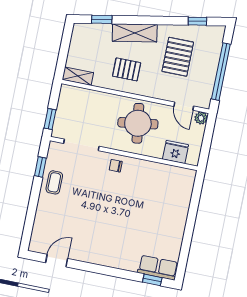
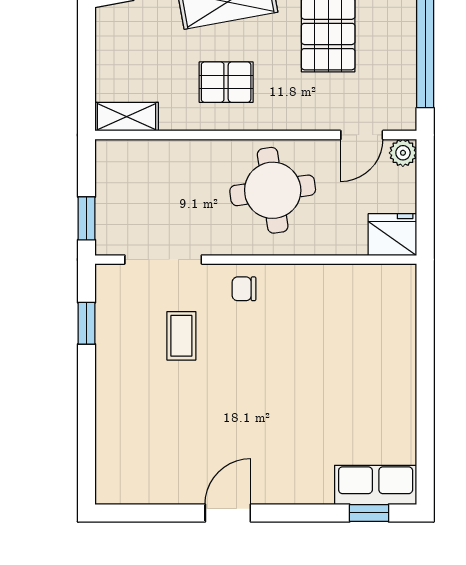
door: (184, 106) -> (362, 135), hinge flipped
fridge: (176, 152) -> (392, 235), moved
coffee table: (54, 182) -> (181, 336), moved
door: (57, 261) -> (228, 513), moved

